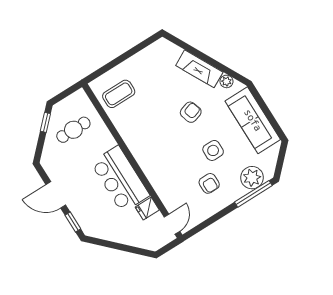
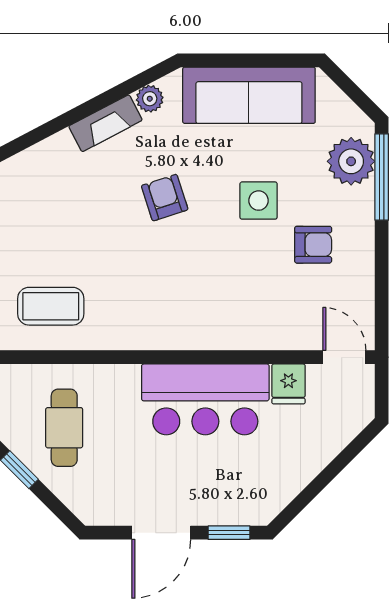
fireplace: (199, 69) -> (105, 123), width x0.73, depth x0.76
coffee table: (119, 94) -> (51, 306), turned 90

